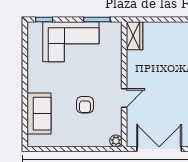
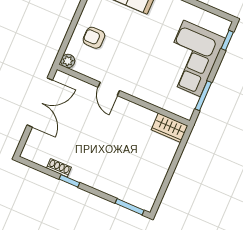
armchair: (85, 105) -> (94, 38), moved

